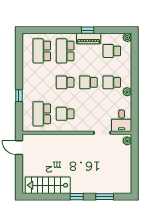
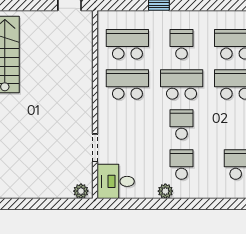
school desk: (42, 82) -> (182, 44), added
school desk: (65, 82) -> (182, 84), width x1.85
school desk: (65, 114) -> (127, 84), width x1.85

